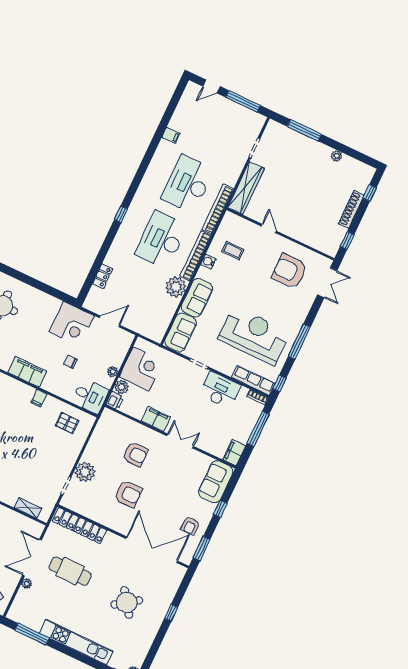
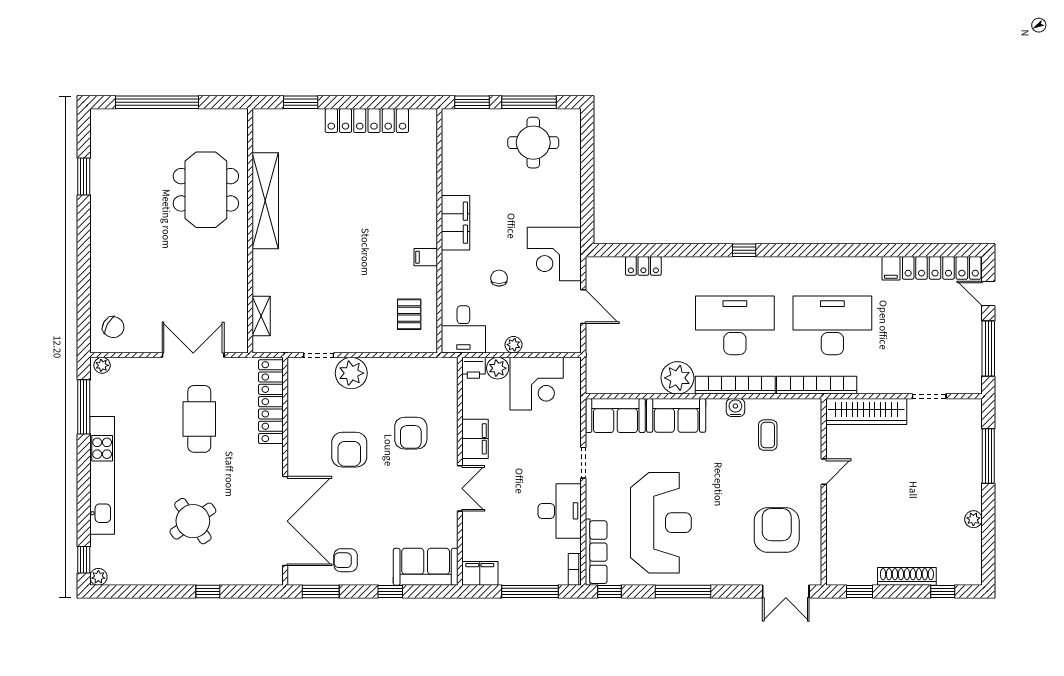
locker: (184, 106) -> (942, 268), added
plant: (27, 584) -> (102, 365), moved

